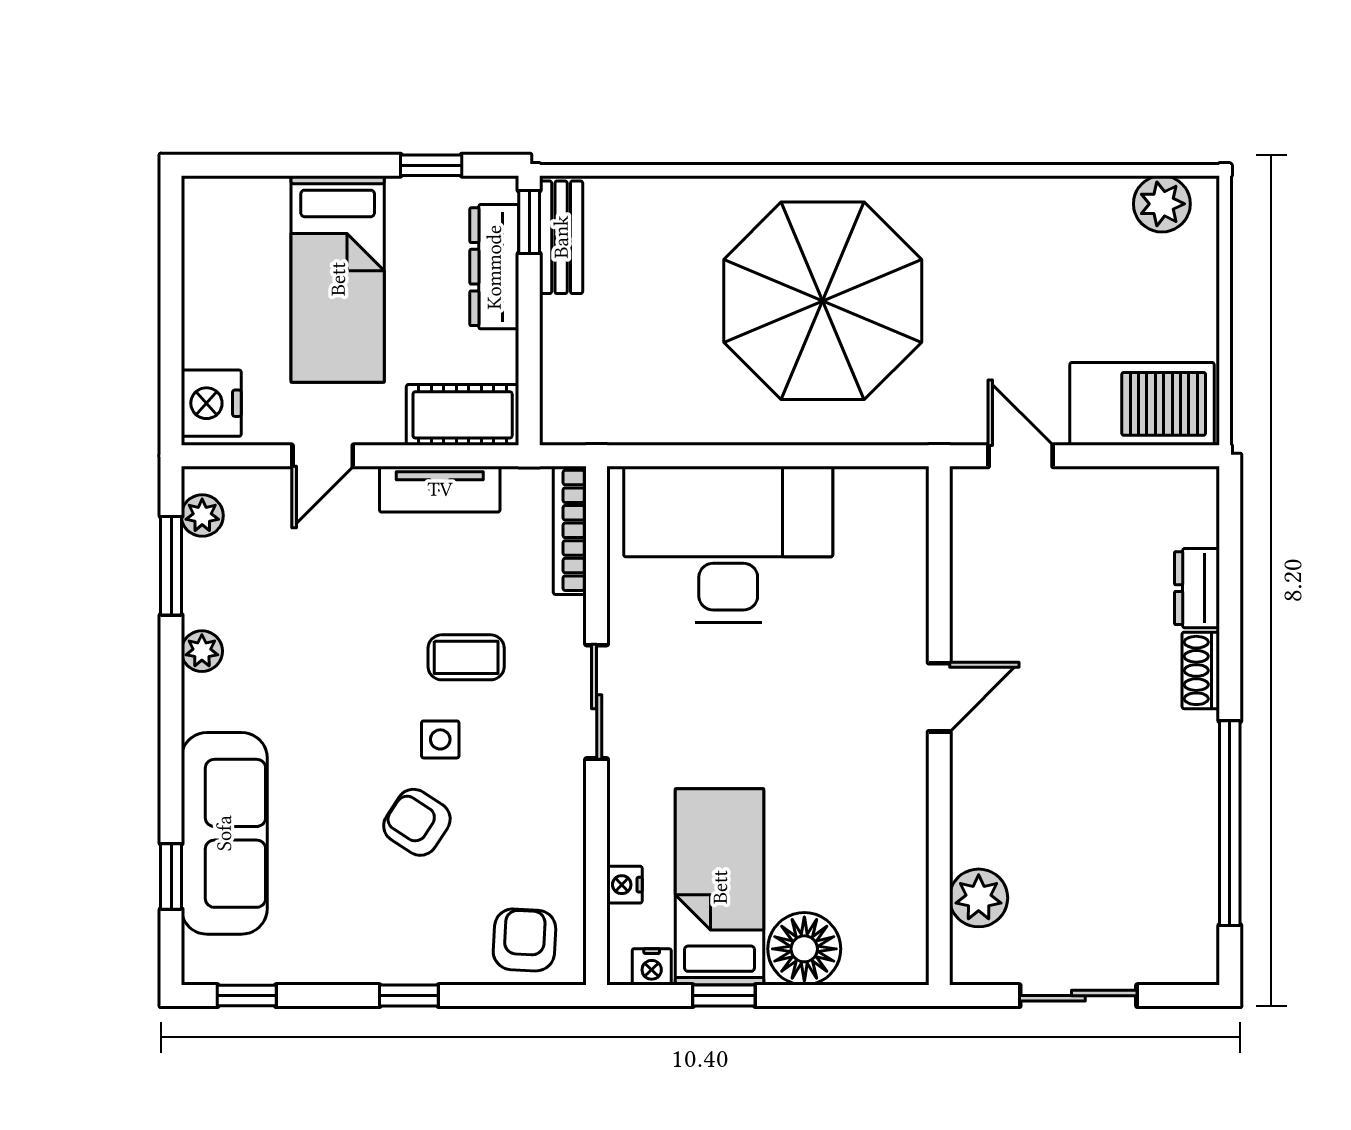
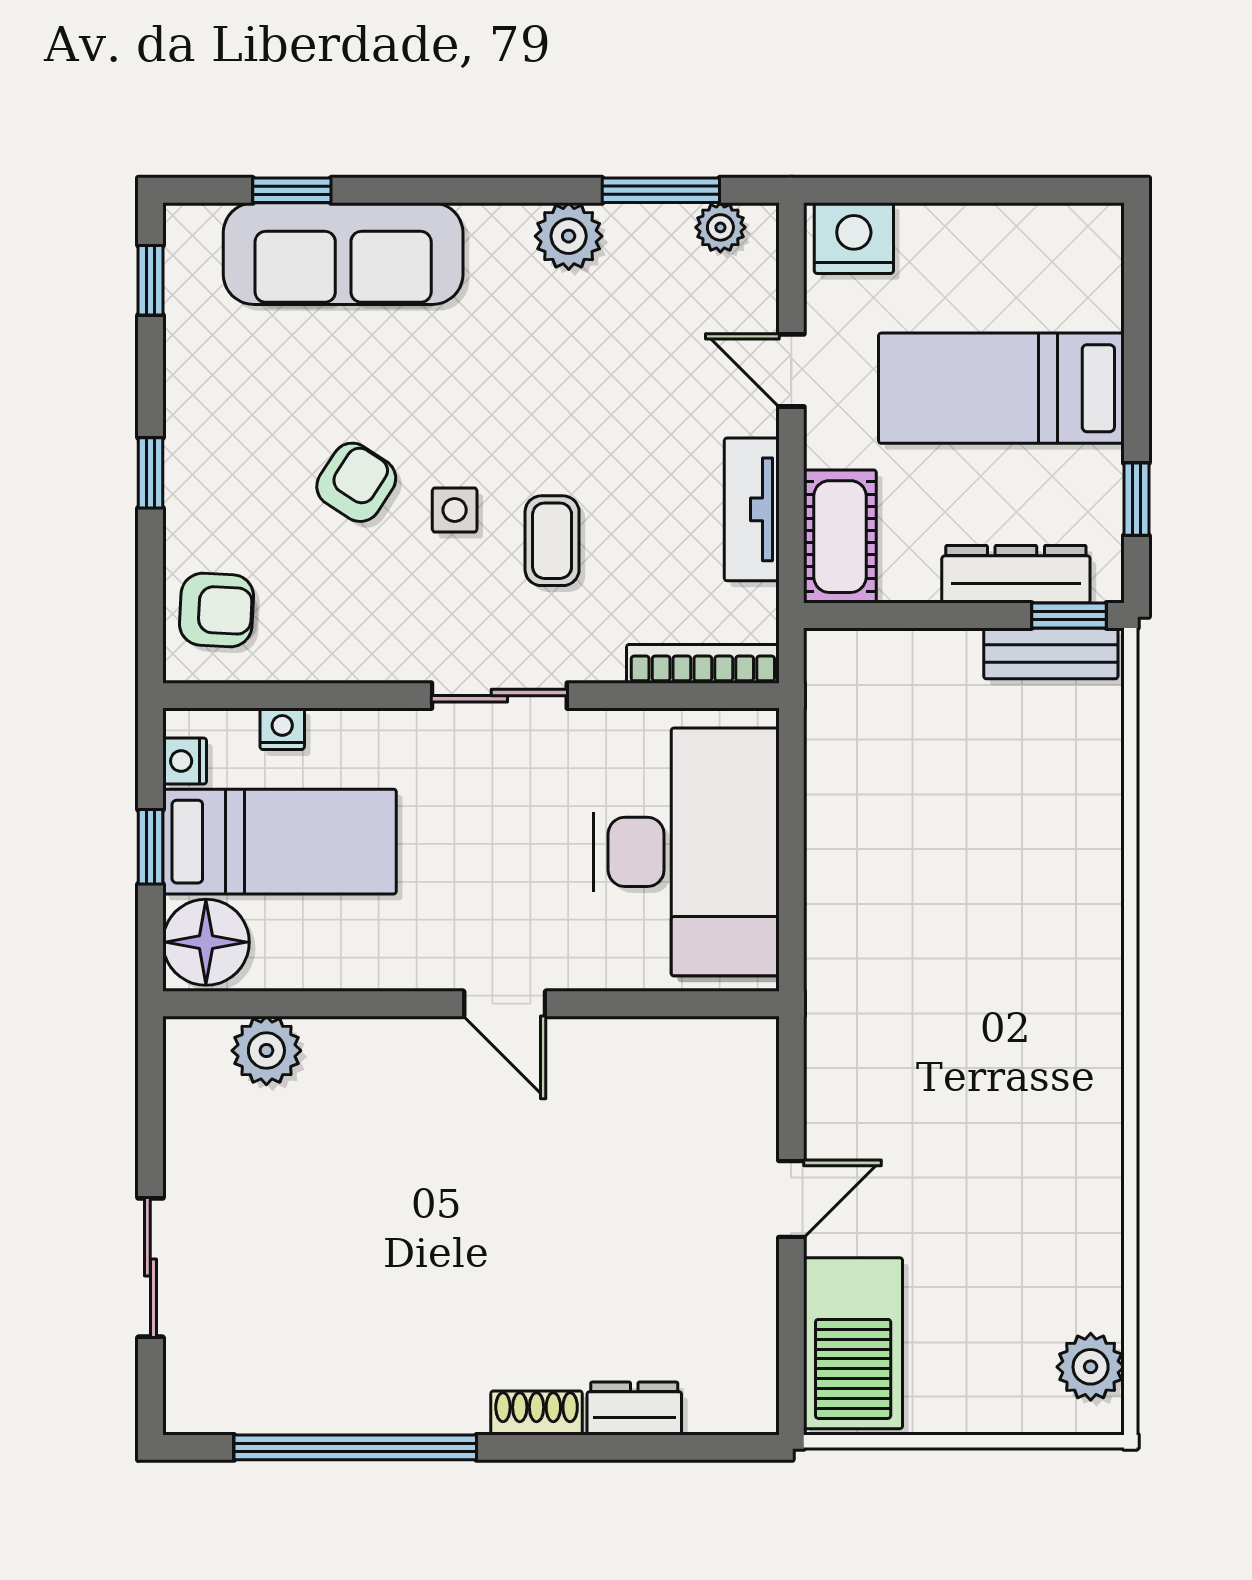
parasol: (823, 301) -> (975, 964), removed
plant: (202, 651) -> (569, 236), width x1.38, depth x1.38
door: (939, 697) -> (505, 1004), moved
wall: (939, 726) -> (471, 1004), moved
plant: (979, 898) -> (266, 1051), moved

